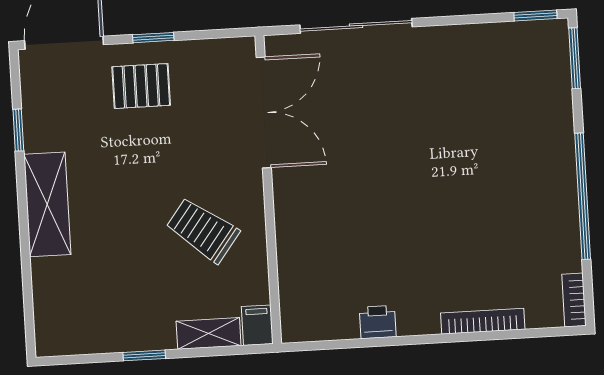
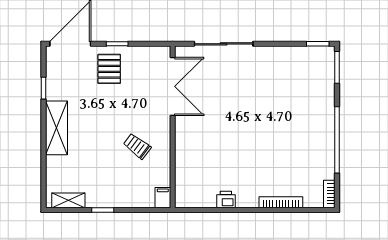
pallet: (141, 86) -> (109, 69), turned 90
trolley: (203, 230) -> (137, 146), width x0.73, depth x0.72
shelving: (209, 333) -> (68, 200), moved

